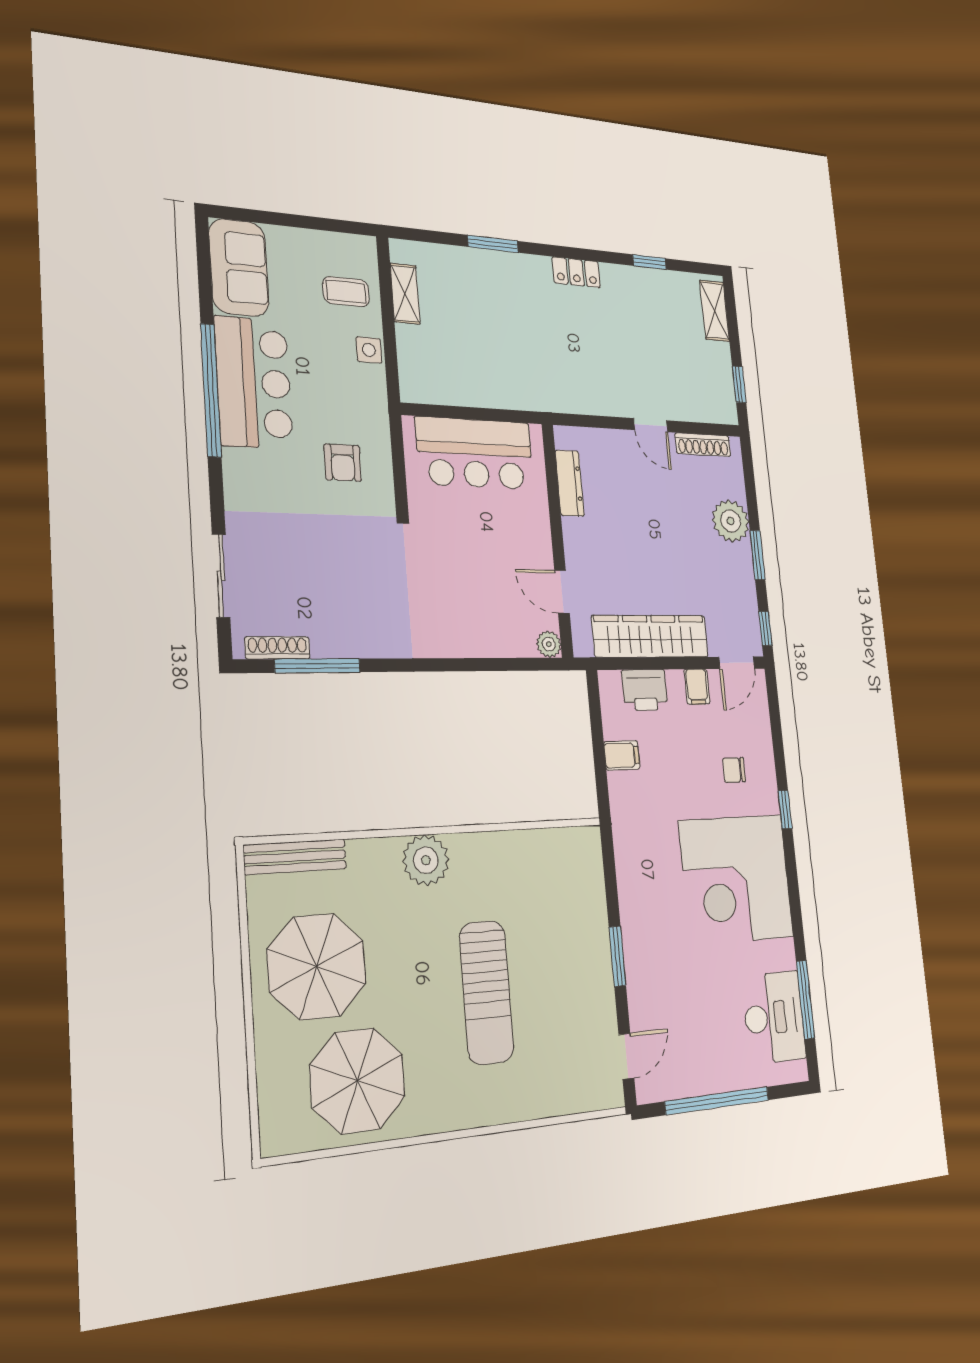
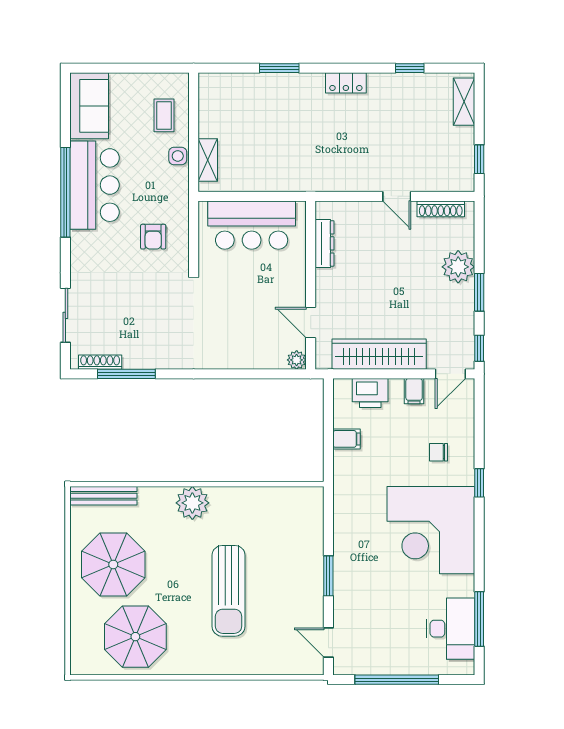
coffee table: (346, 292) -> (164, 115), turned 90
shelving: (405, 294) -> (208, 160), moved
door: (626, 1056) -> (328, 642), swing flipped

